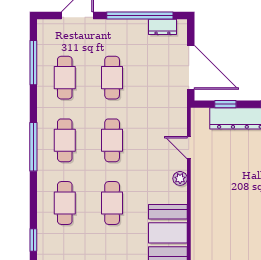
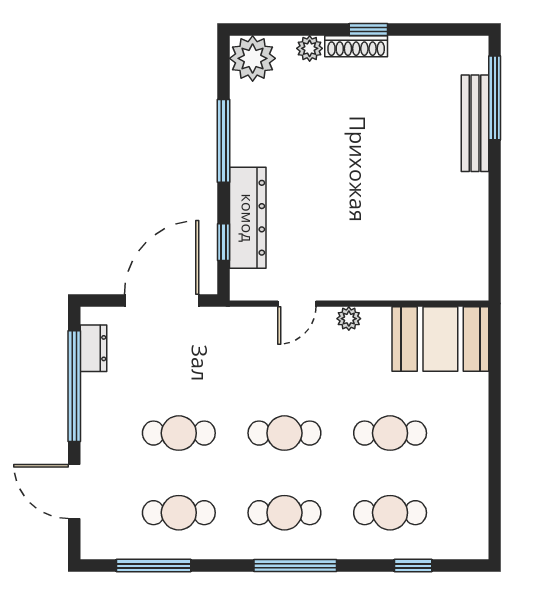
window: (33, 240) -> (413, 566), moved

